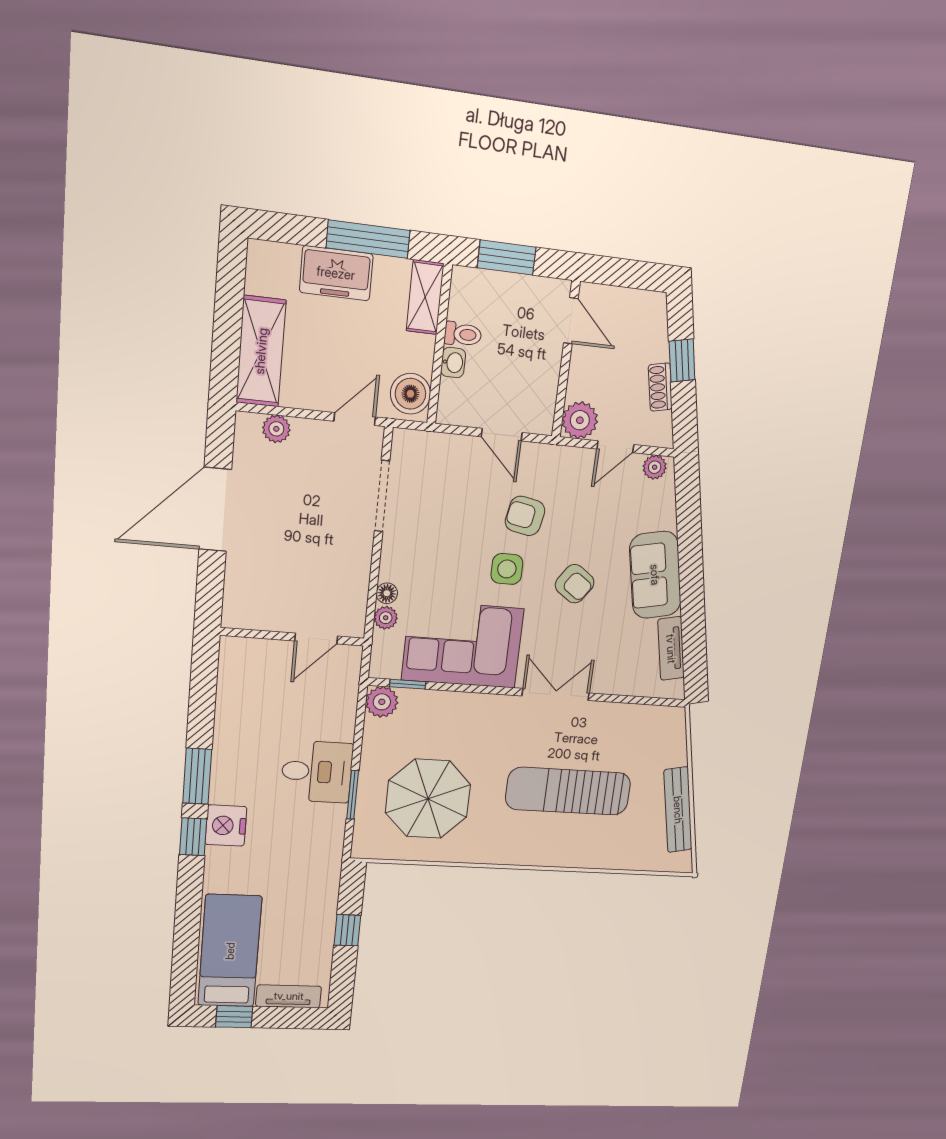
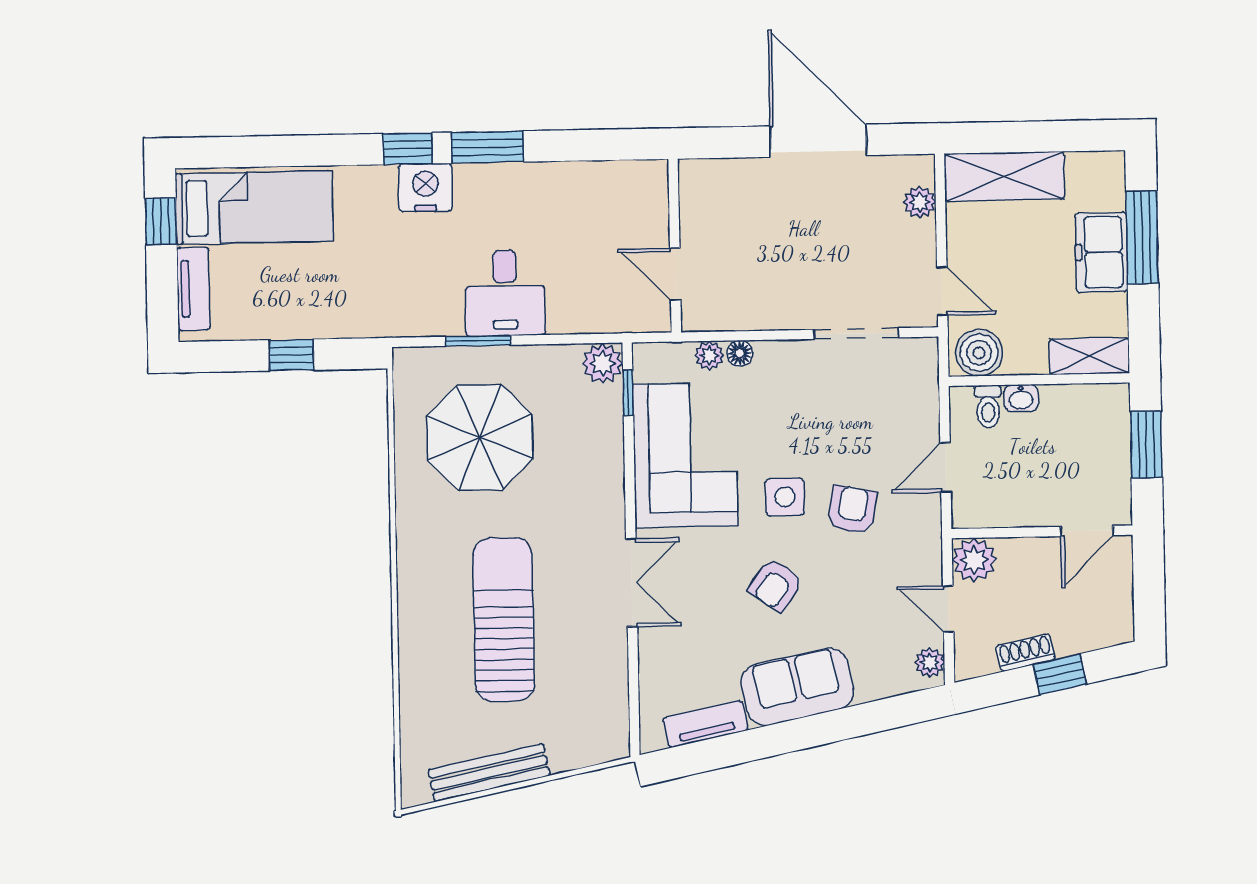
window: (368, 239) -> (1142, 238), moved
toilet: (463, 334) -> (988, 407), moved

